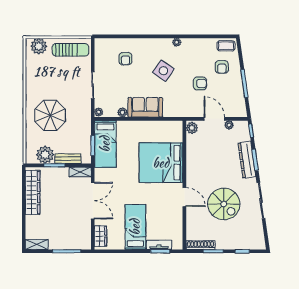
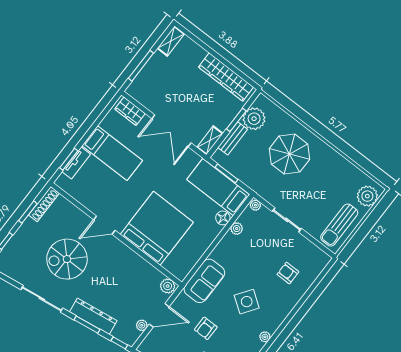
sofa: (145, 107) -> (204, 281), moved
floor lamp: (122, 126) -> (223, 218), added

